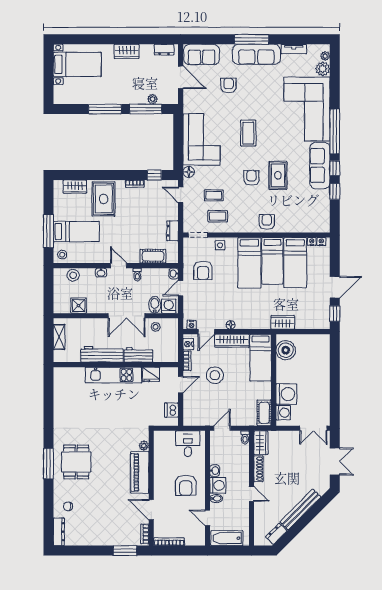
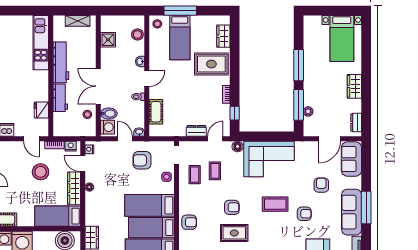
armchair: (228, 86) -> (321, 185), turned -90
armchair: (258, 103) -> (304, 214), added
dresser: (172, 231) -> (196, 131), moved
kitchen unit: (113, 375) -> (41, 43), moved

